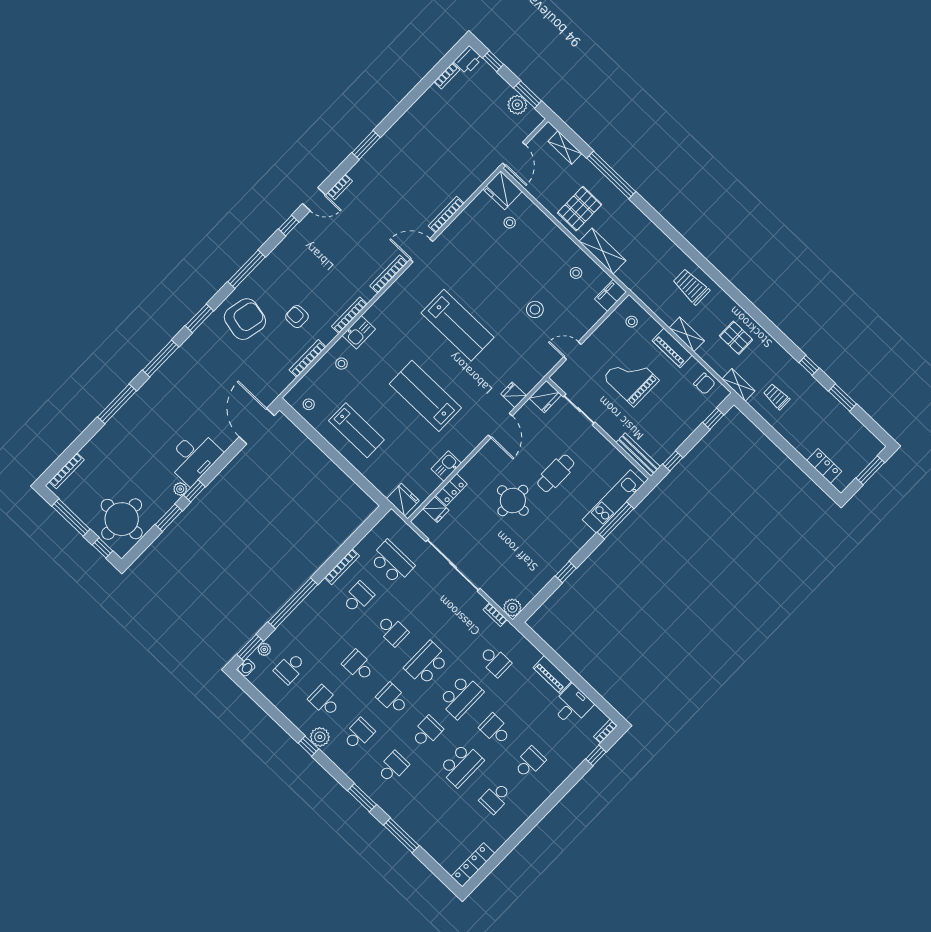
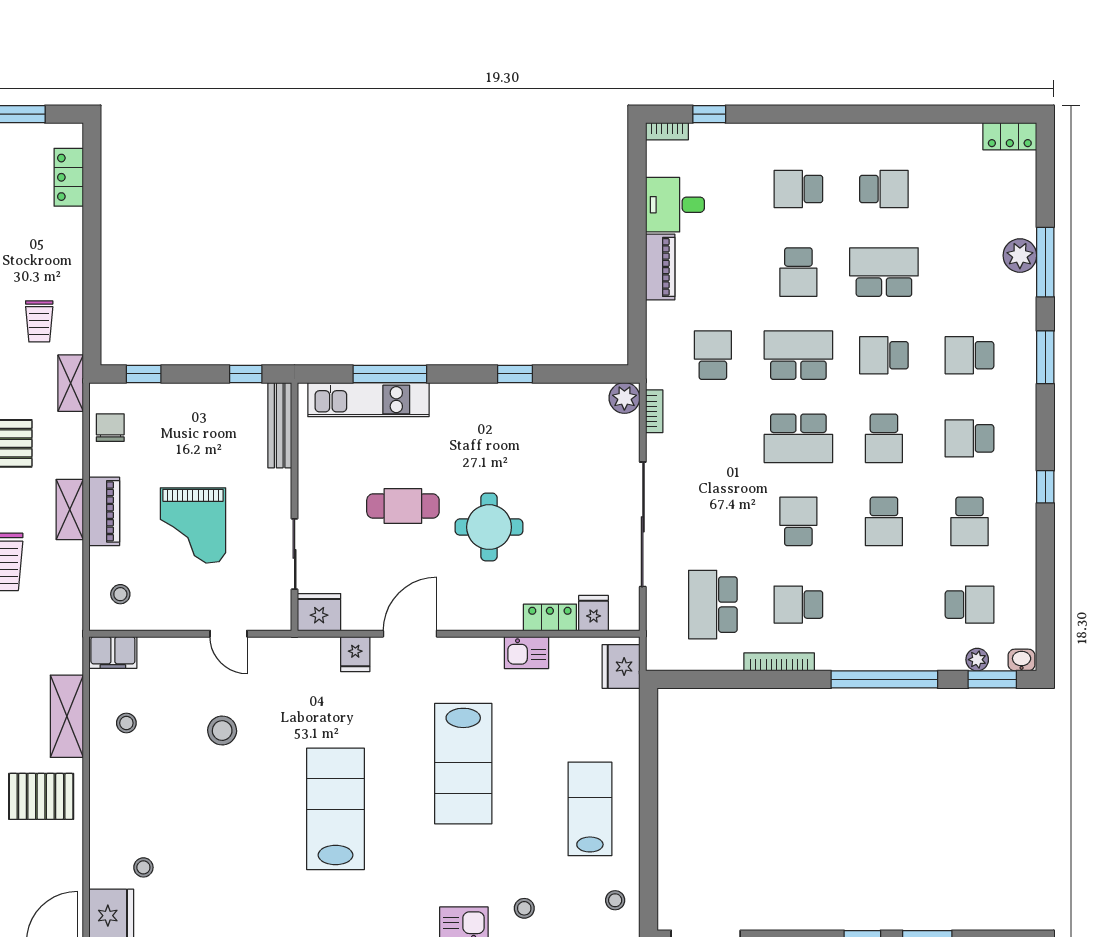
plant: (320, 737) -> (1020, 256), moved
locker: (473, 865) -> (1010, 136), width x0.66

